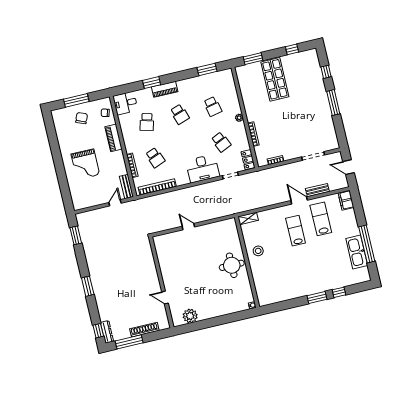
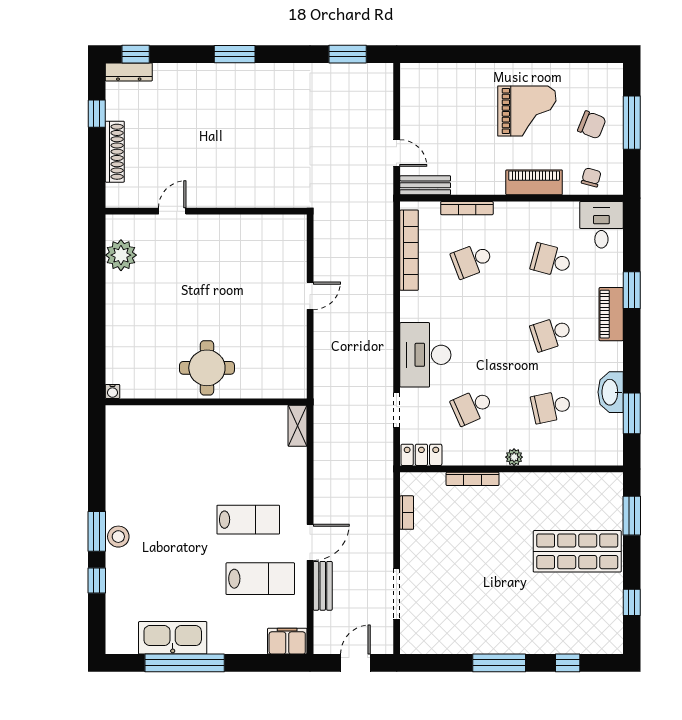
washbasin: (200, 81) -> (611, 392), added
grand piano: (85, 164) -> (527, 111), moved, turned 180
stool: (258, 251) -> (118, 537), moved
window: (129, 342) -> (97, 114), width x0.46

